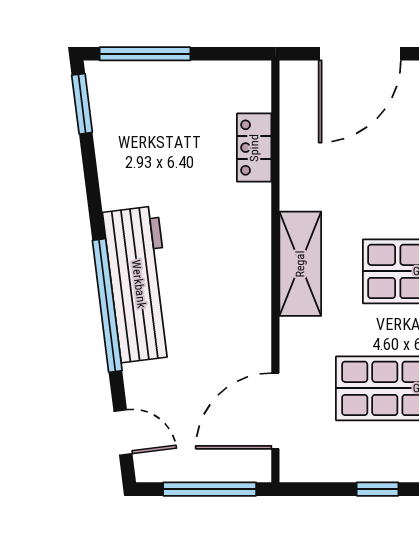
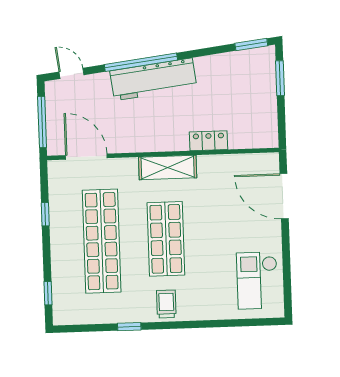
window: (145, 54) -> (280, 78), width x0.69
locker: (254, 148) -> (209, 141), moved
door: (123, 433) -> (71, 73), swing flipped

